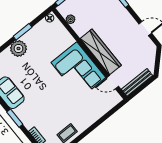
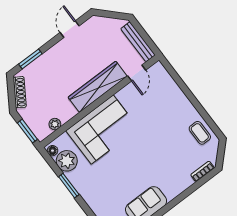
plant: (18, 49) -> (67, 161), moved
corner sofa: (78, 70) -> (102, 129), moved
window: (15, 118) -> (179, 199), removed

